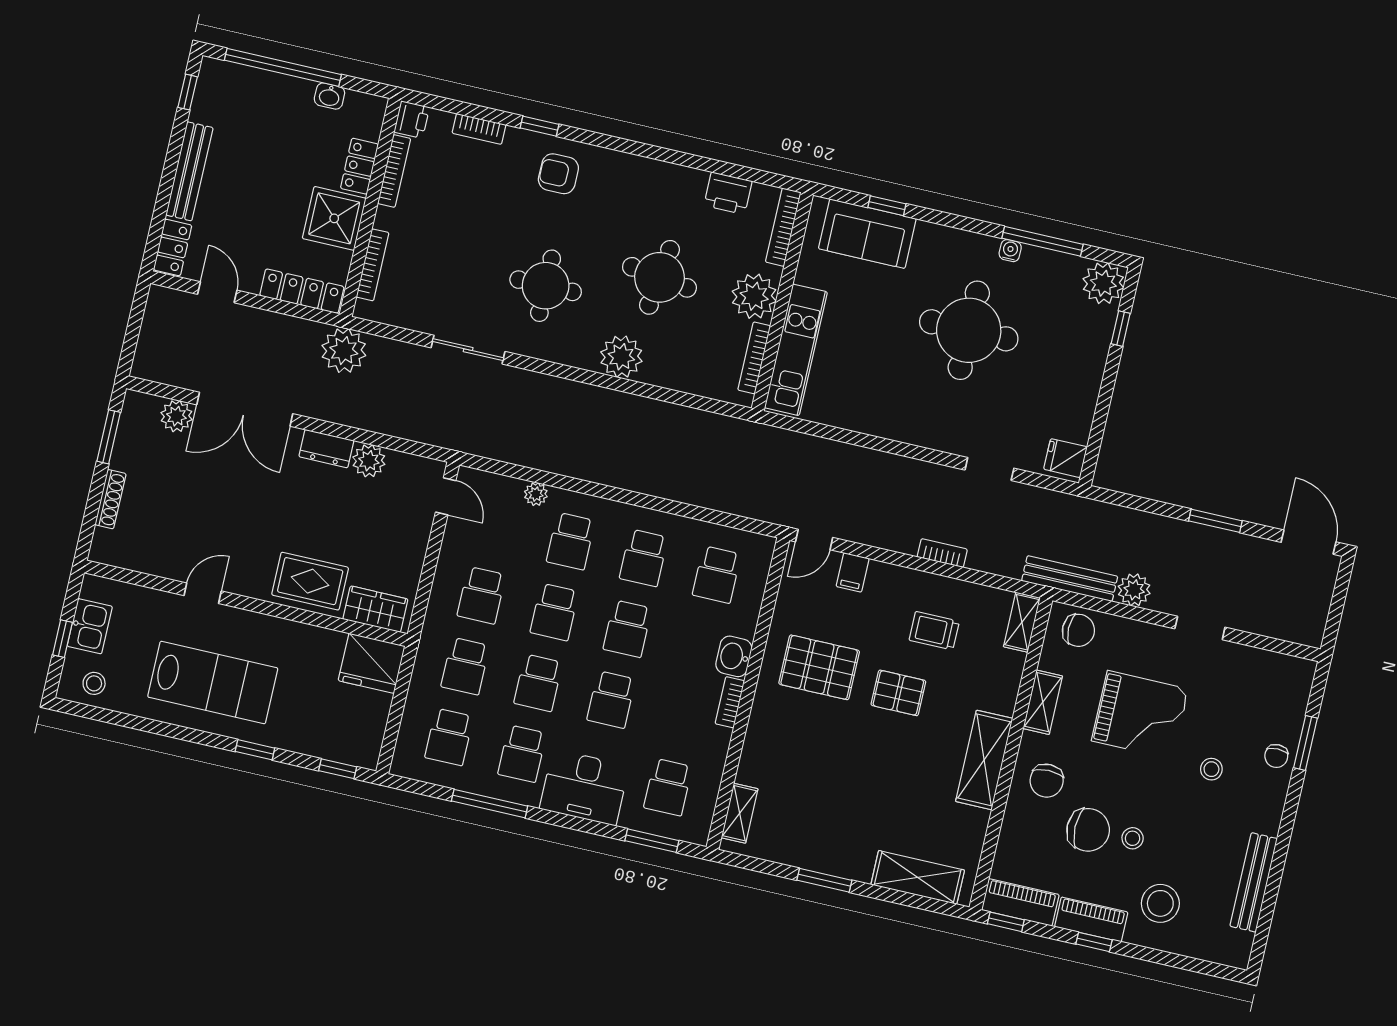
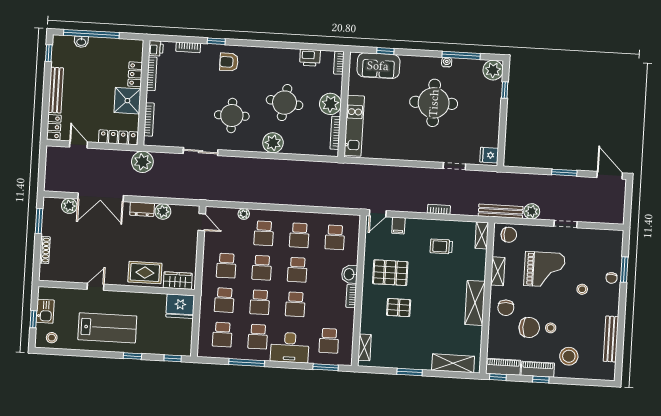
washbasin: (329, 96) -> (81, 42), moved
bookcase: (783, 227) -> (339, 63), width x0.64
pallet: (898, 693) -> (399, 308), moved

